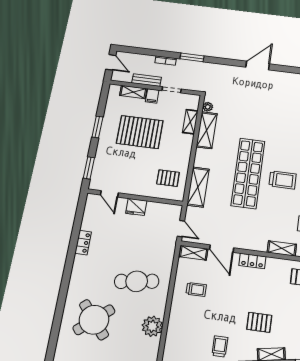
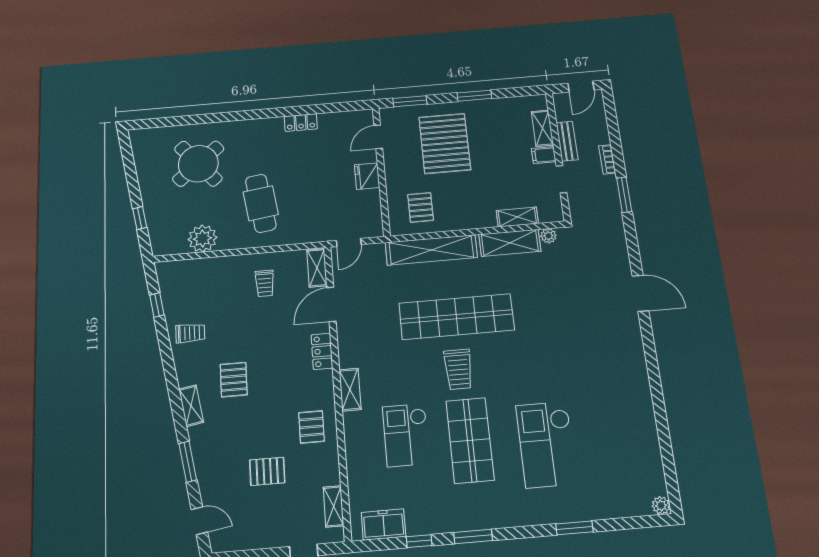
pallet: (140, 132) -> (445, 143), moved
shelving: (198, 187) -> (431, 250), width x1.47

